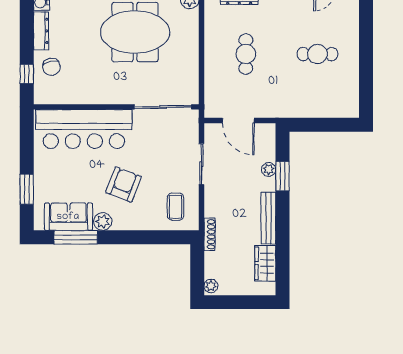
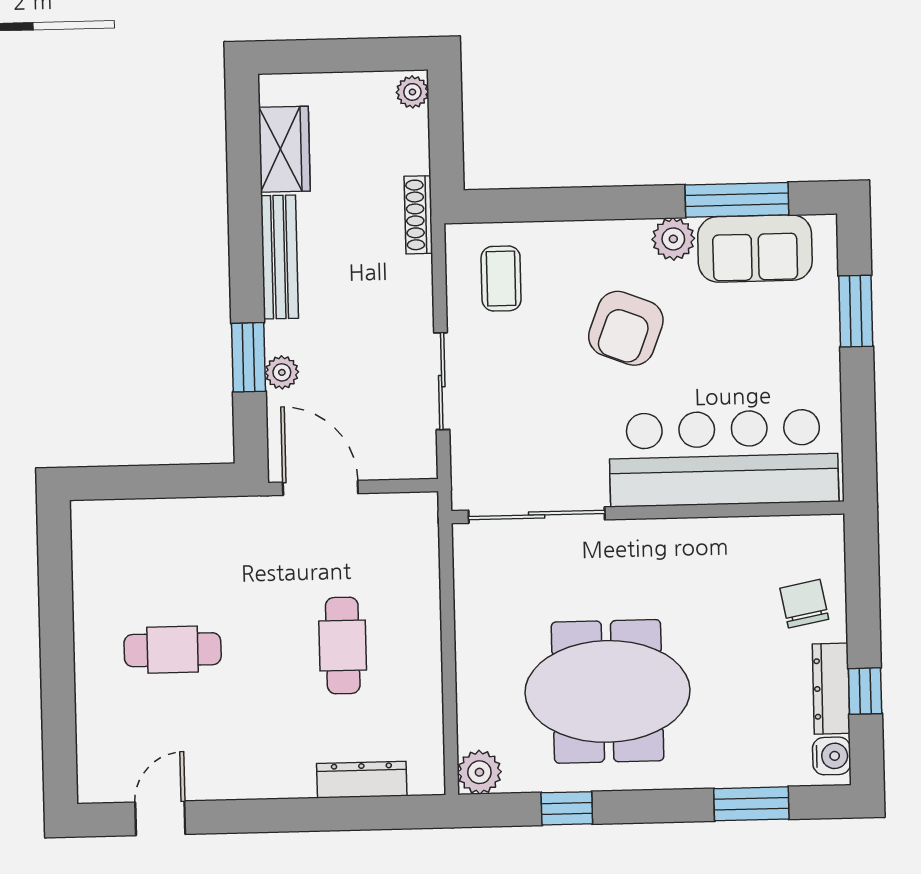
window: (27, 74) -> (865, 691), moved
door: (238, 121) -> (320, 488), moved

